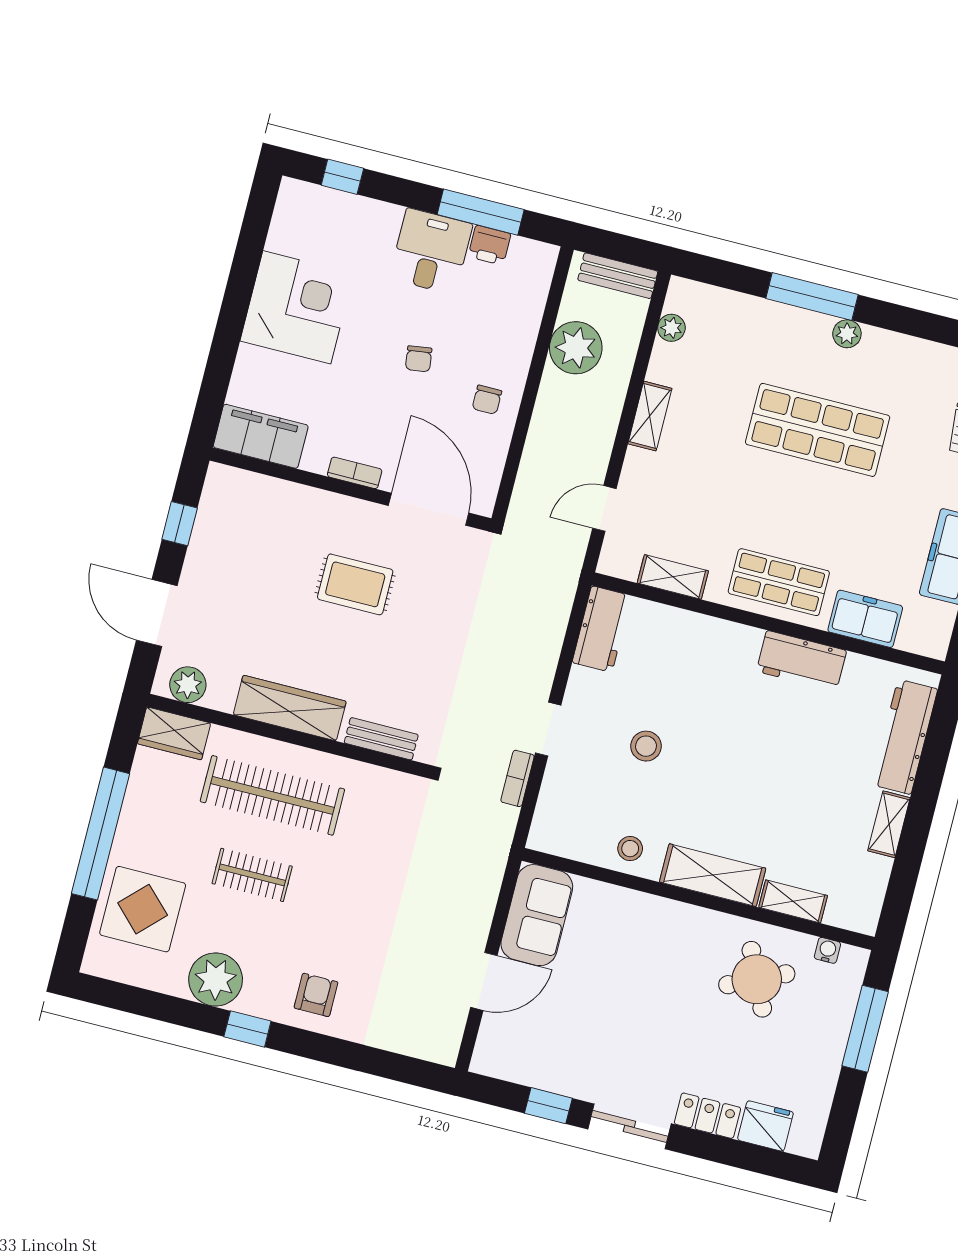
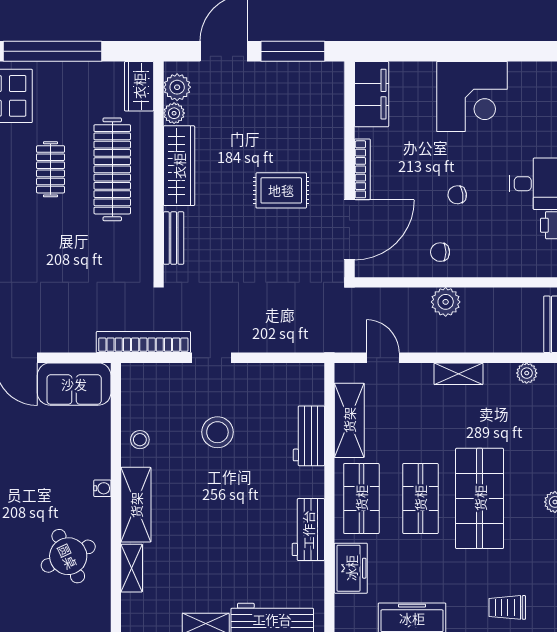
plant: (576, 348) -> (446, 302), moved, width x0.73, depth x0.73
bookcase: (355, 473) -> (362, 169), width x1.56
shop shelf: (798, 506) -> (420, 498), added
window: (180, 524) -> (293, 51), width x2.17
shelving: (673, 577) -> (349, 420), width x1.50, depth x1.33
rug: (355, 584) -> (281, 190), turned 90
workbench: (602, 629) -> (309, 436), moved, turned 90
plant: (220, 697) -> (174, 113), added
stool: (646, 746) -> (217, 432), width x1.38, depth x1.38
bookcase: (517, 778) -> (143, 342), width x2.31, depth x1.31
water cooler: (827, 950) -> (102, 488), moved

